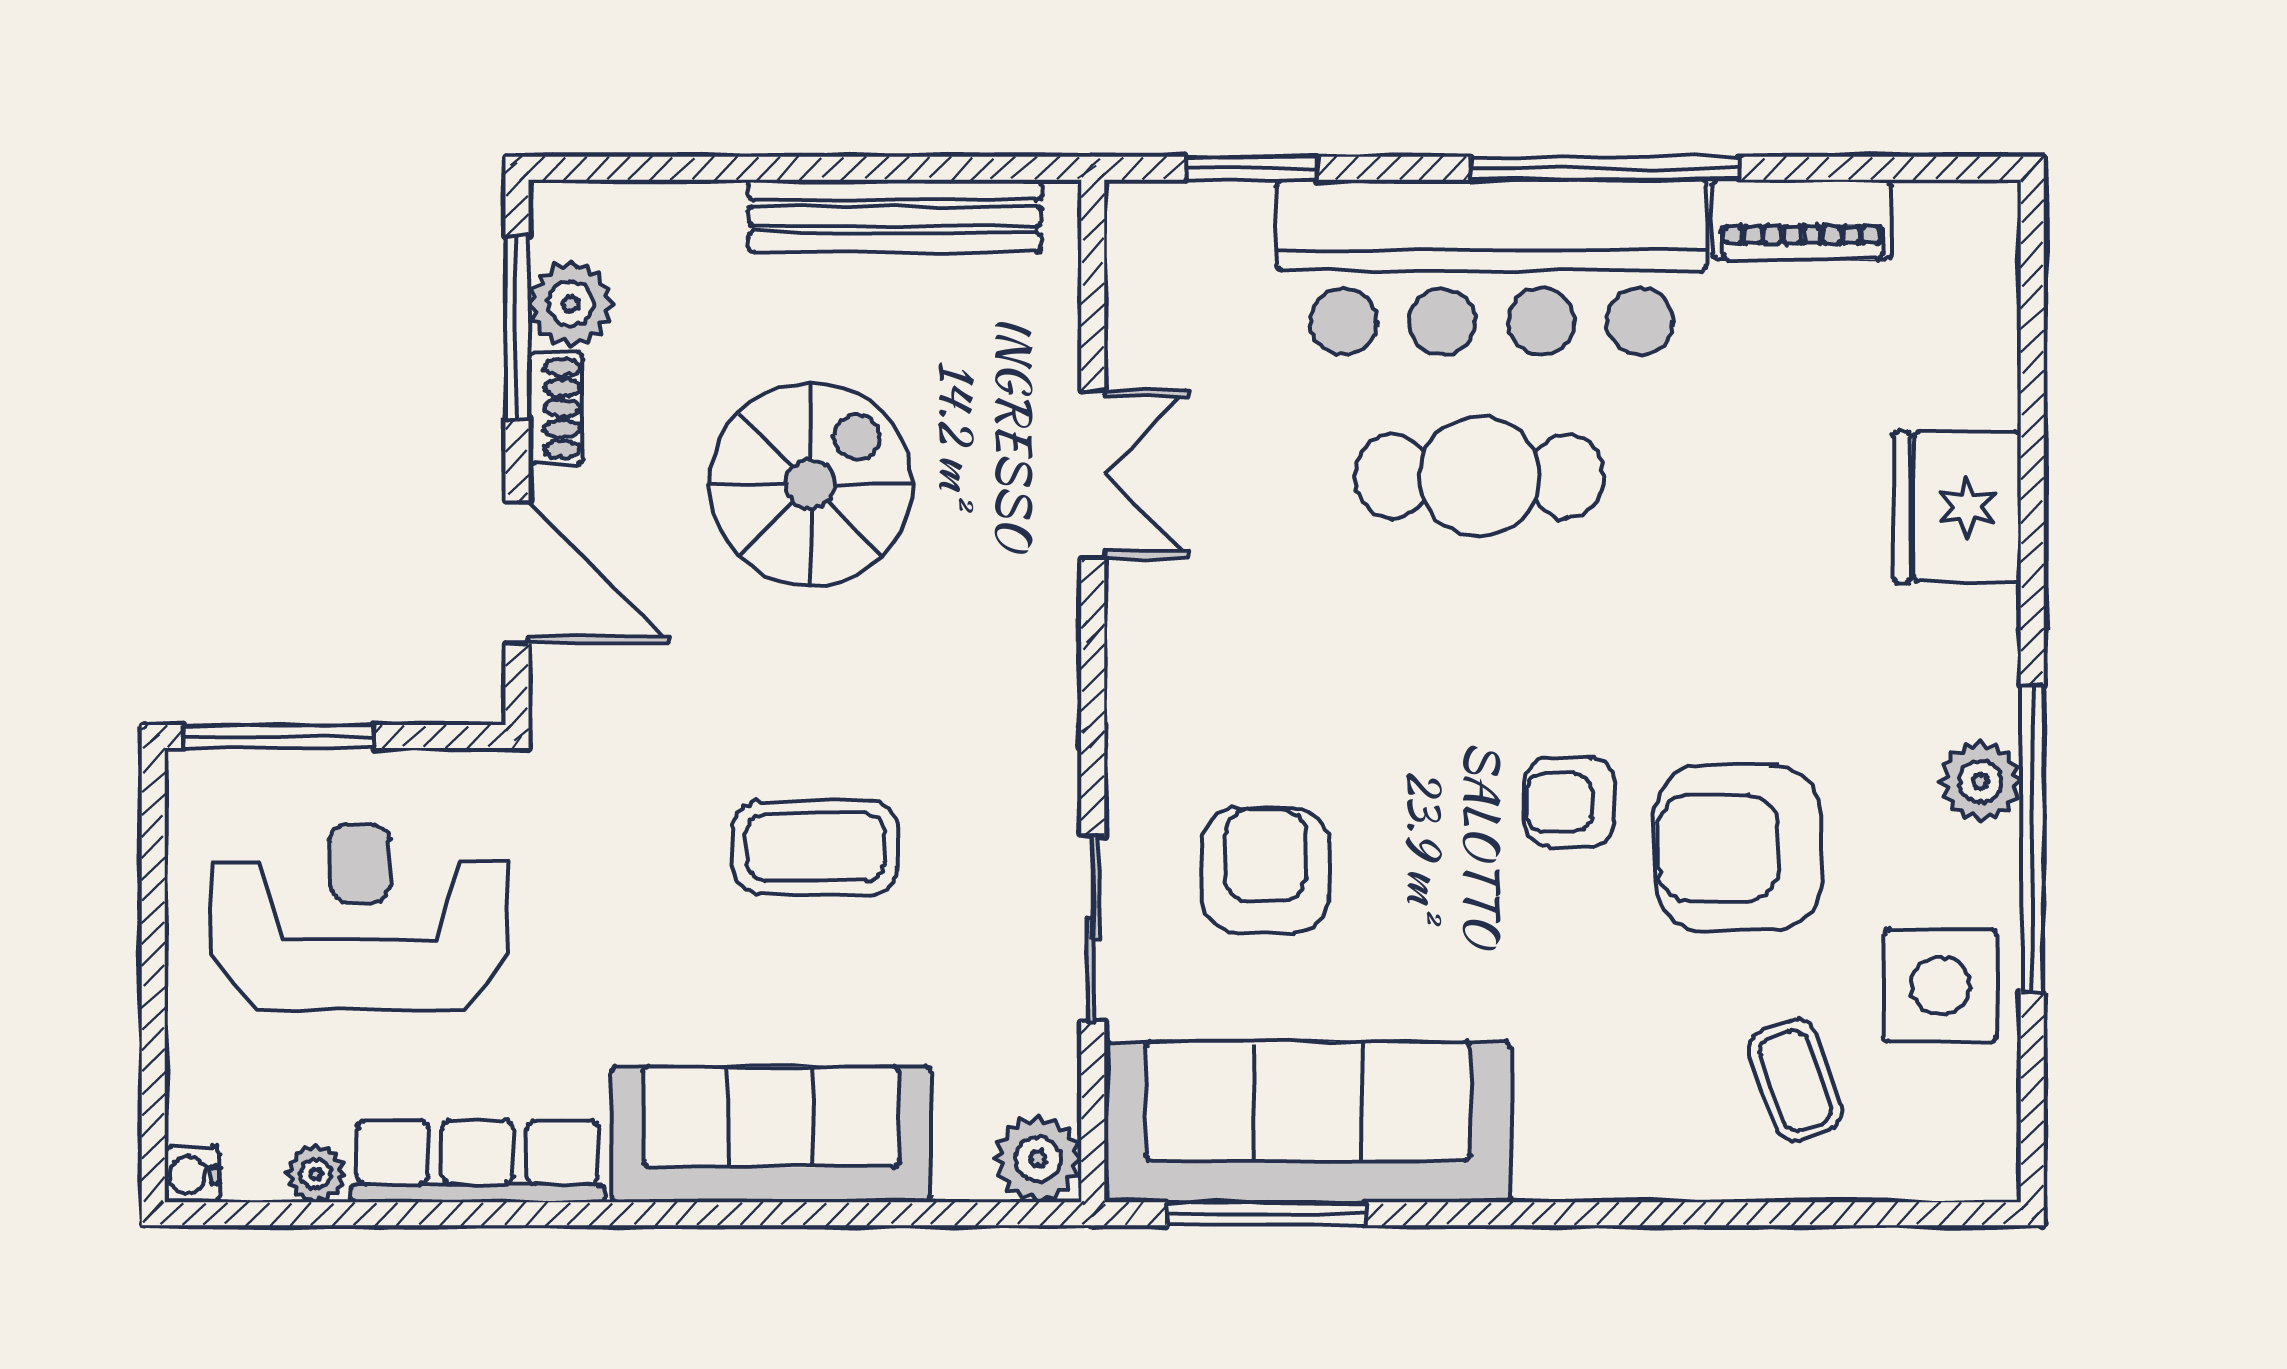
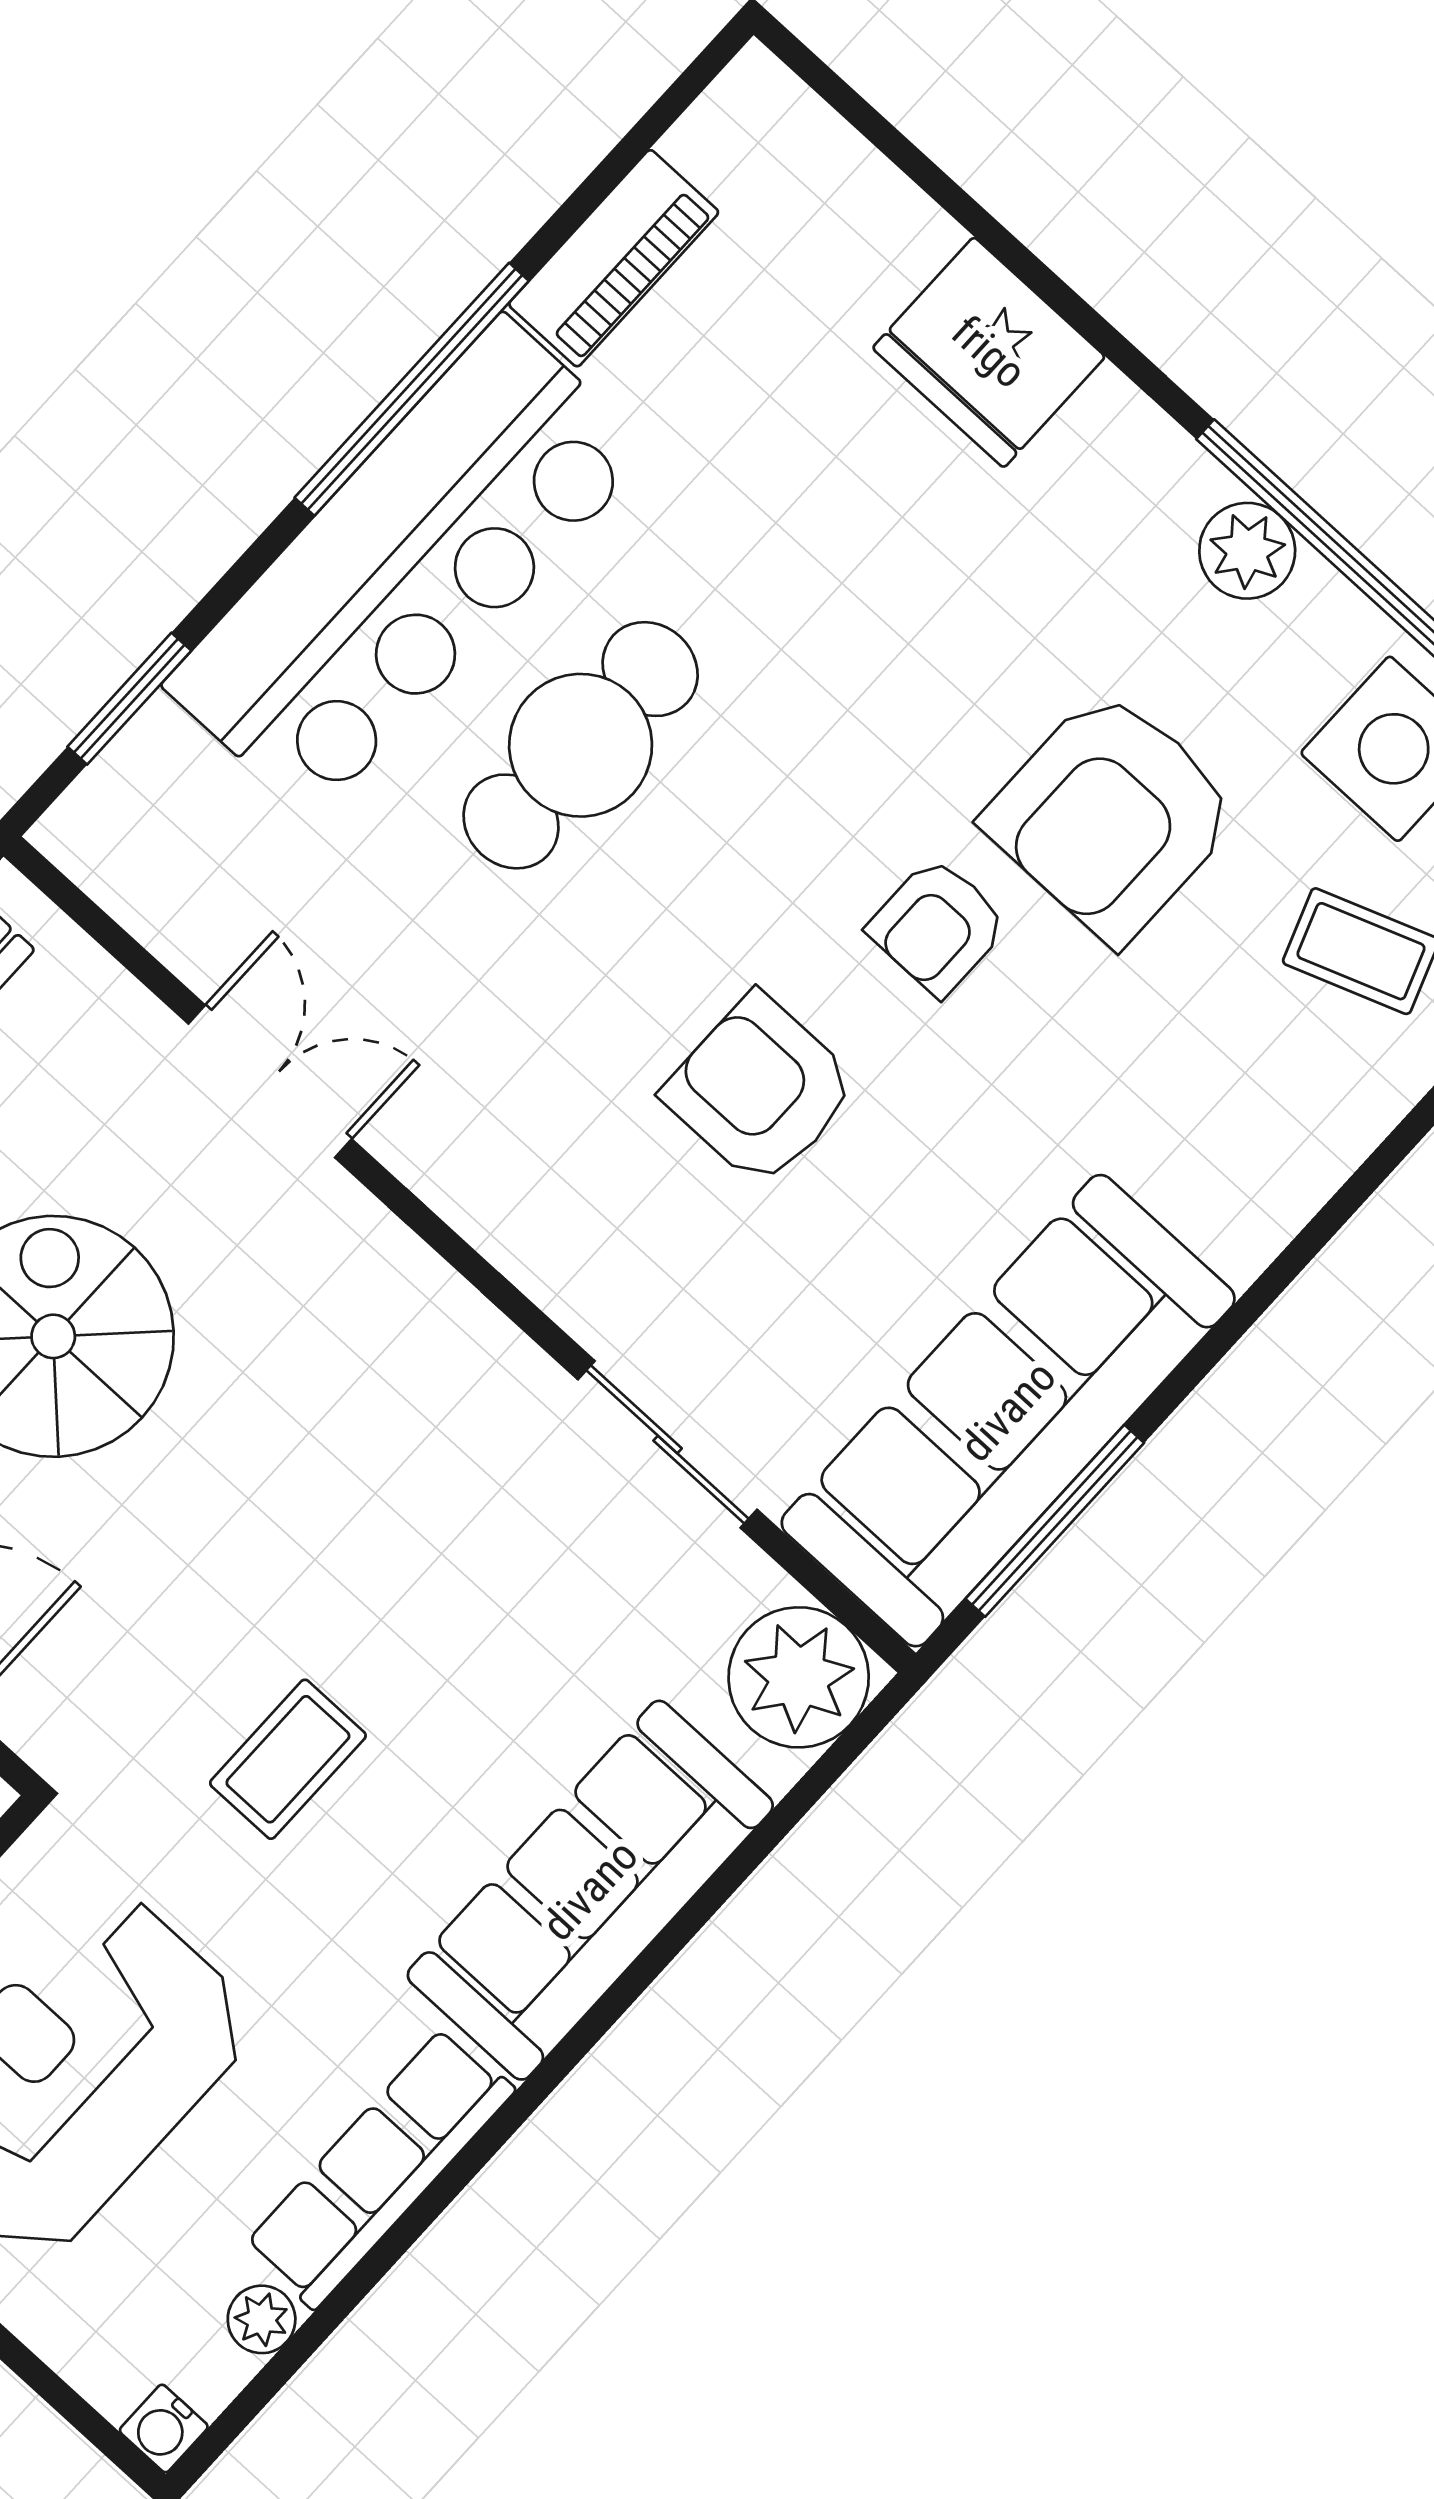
coffee table: (815, 848) -> (288, 1759), moved, width x0.73, depth x0.77
armchair: (1265, 871) -> (760, 1090), moved
plant: (1038, 1159) -> (799, 1677), width x1.36, depth x1.36

